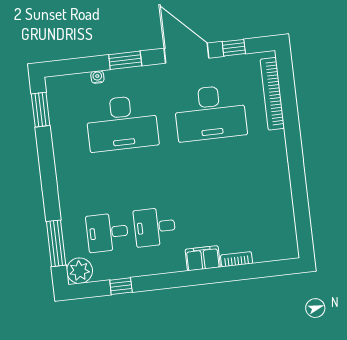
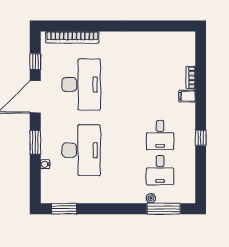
filing cabinet: (203, 258) -> (187, 96), width x0.50
plant: (79, 271) -> (151, 198), moved, width x0.53, depth x0.53
window: (121, 286) -> (201, 138), moved

